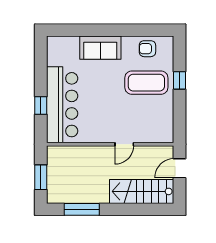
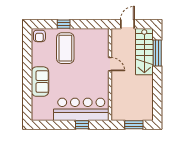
armchair: (147, 49) -> (39, 36), moved
door: (179, 168) -> (127, 24), swing flipped
window: (82, 209) -> (157, 53), moved

